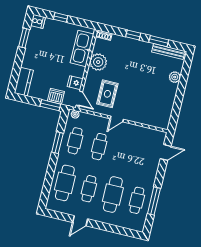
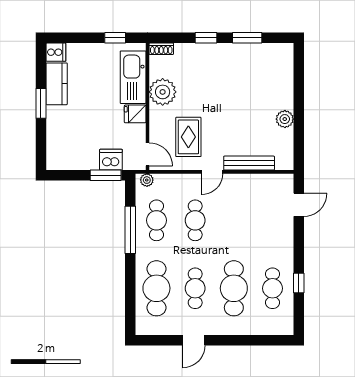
window: (61, 17) -> (115, 38), moved
window: (24, 38) -> (41, 103), moved
bench: (168, 51) -> (249, 163), moved
plant: (175, 77) -> (285, 119), moved
kitchen counter: (24, 82) -> (57, 84), moved
fridge: (75, 83) -> (135, 114), moved
window: (57, 143) -> (130, 230), width x1.44
window: (154, 201) -> (299, 283), width x0.46

